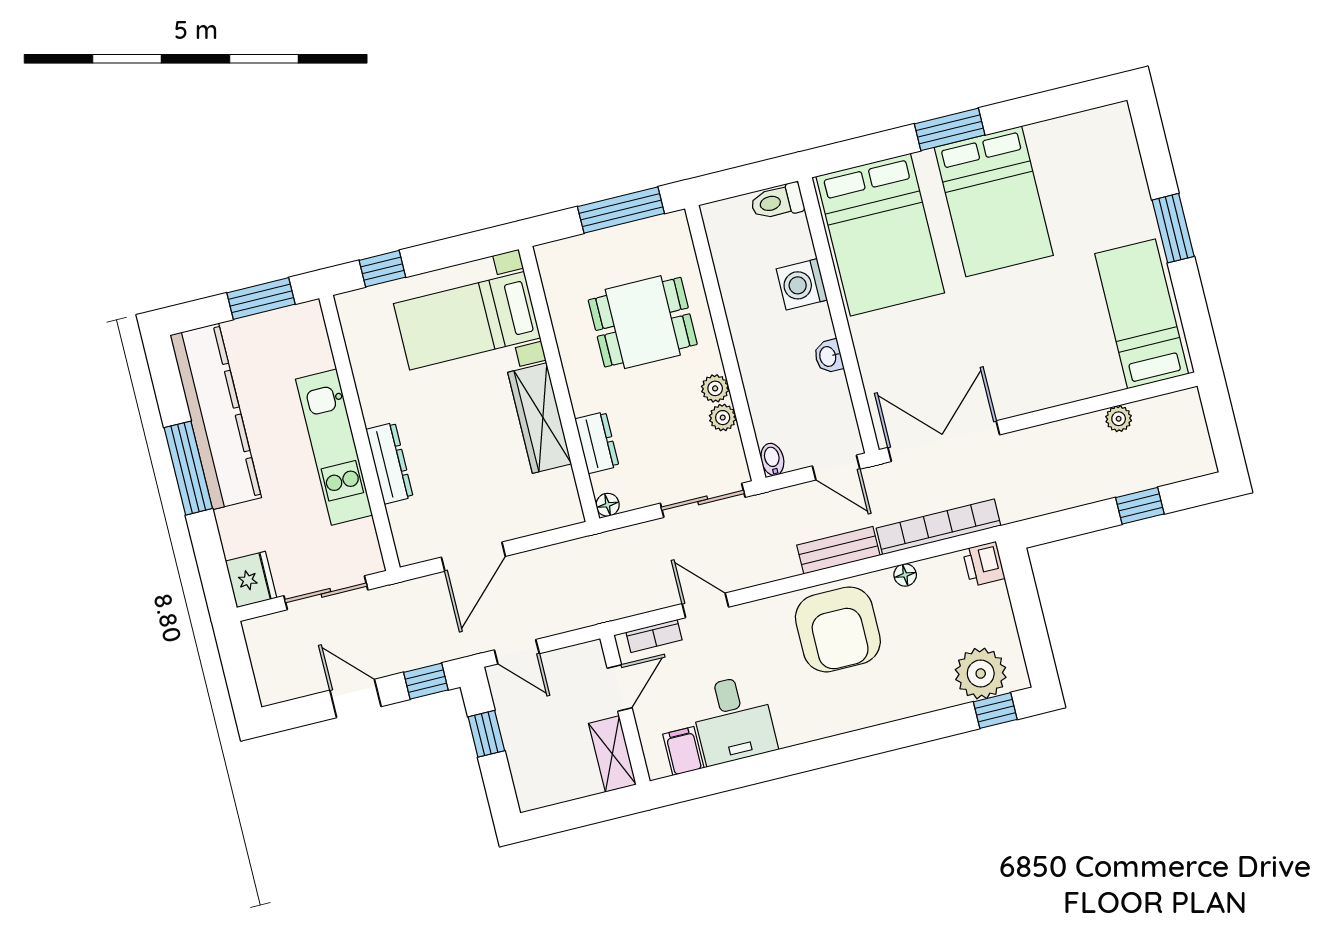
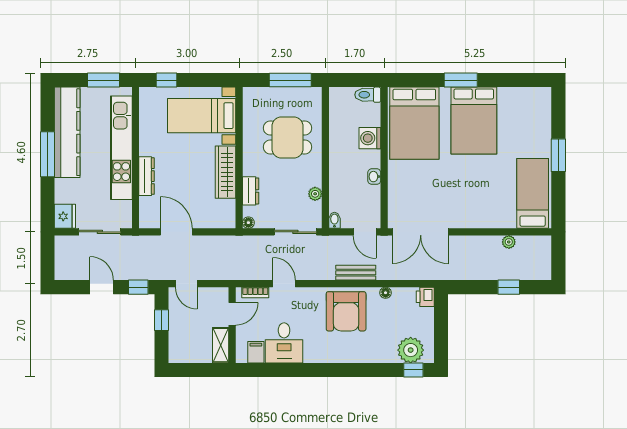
plant: (715, 388) -> (315, 179), removed
double door: (944, 441) -> (421, 232), swing flipped
kitchen unit: (334, 447) -> (121, 148), width x1.36
bookcase: (938, 527) -> (408, 273), removed
door: (473, 557) -> (176, 232), swing flipped

